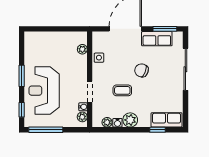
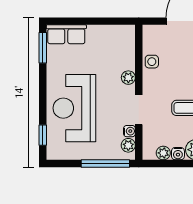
row of seats: (38, 38) -> (66, 34), added
plant: (82, 49) -> (128, 78), moved
window: (22, 76) -> (43, 48), moved
window: (46, 130) -> (105, 163), moved

